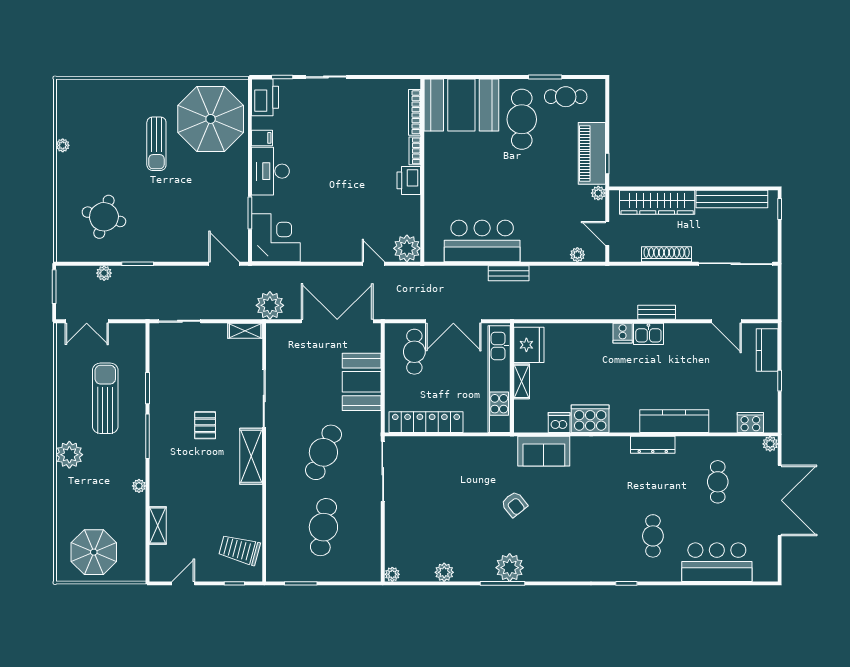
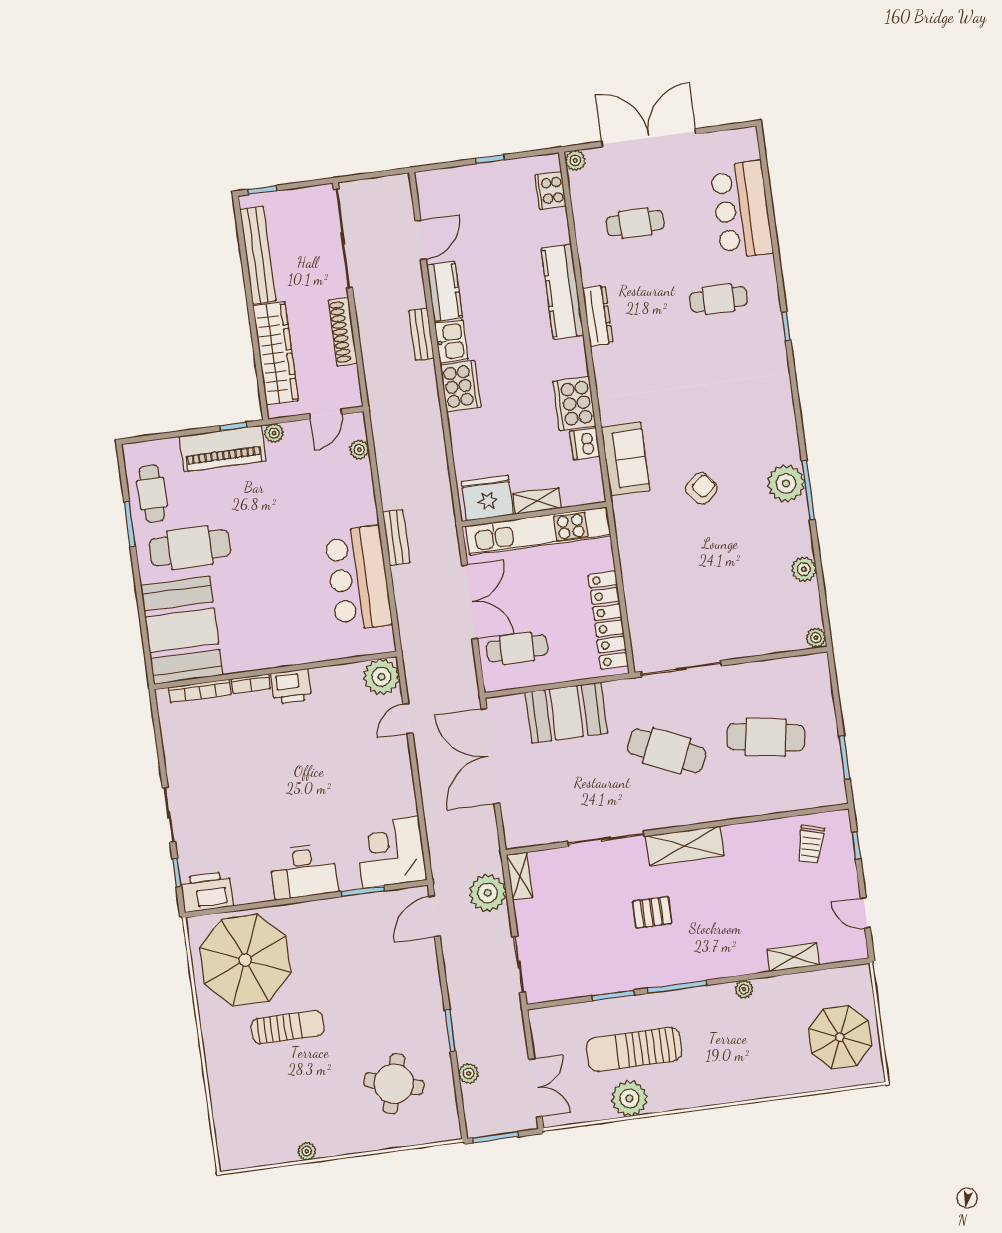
filing cabinet: (262, 138) -> (261, 888), removed
plant: (270, 305) -> (488, 893), moved
cooker: (623, 333) -> (461, 386), width x1.87, depth x1.31
kitchen counter: (767, 350) -> (444, 291), moved, turned -90
plant: (69, 455) -> (629, 1098), moved
trolley: (240, 550) -> (811, 844), width x0.73, depth x0.72

